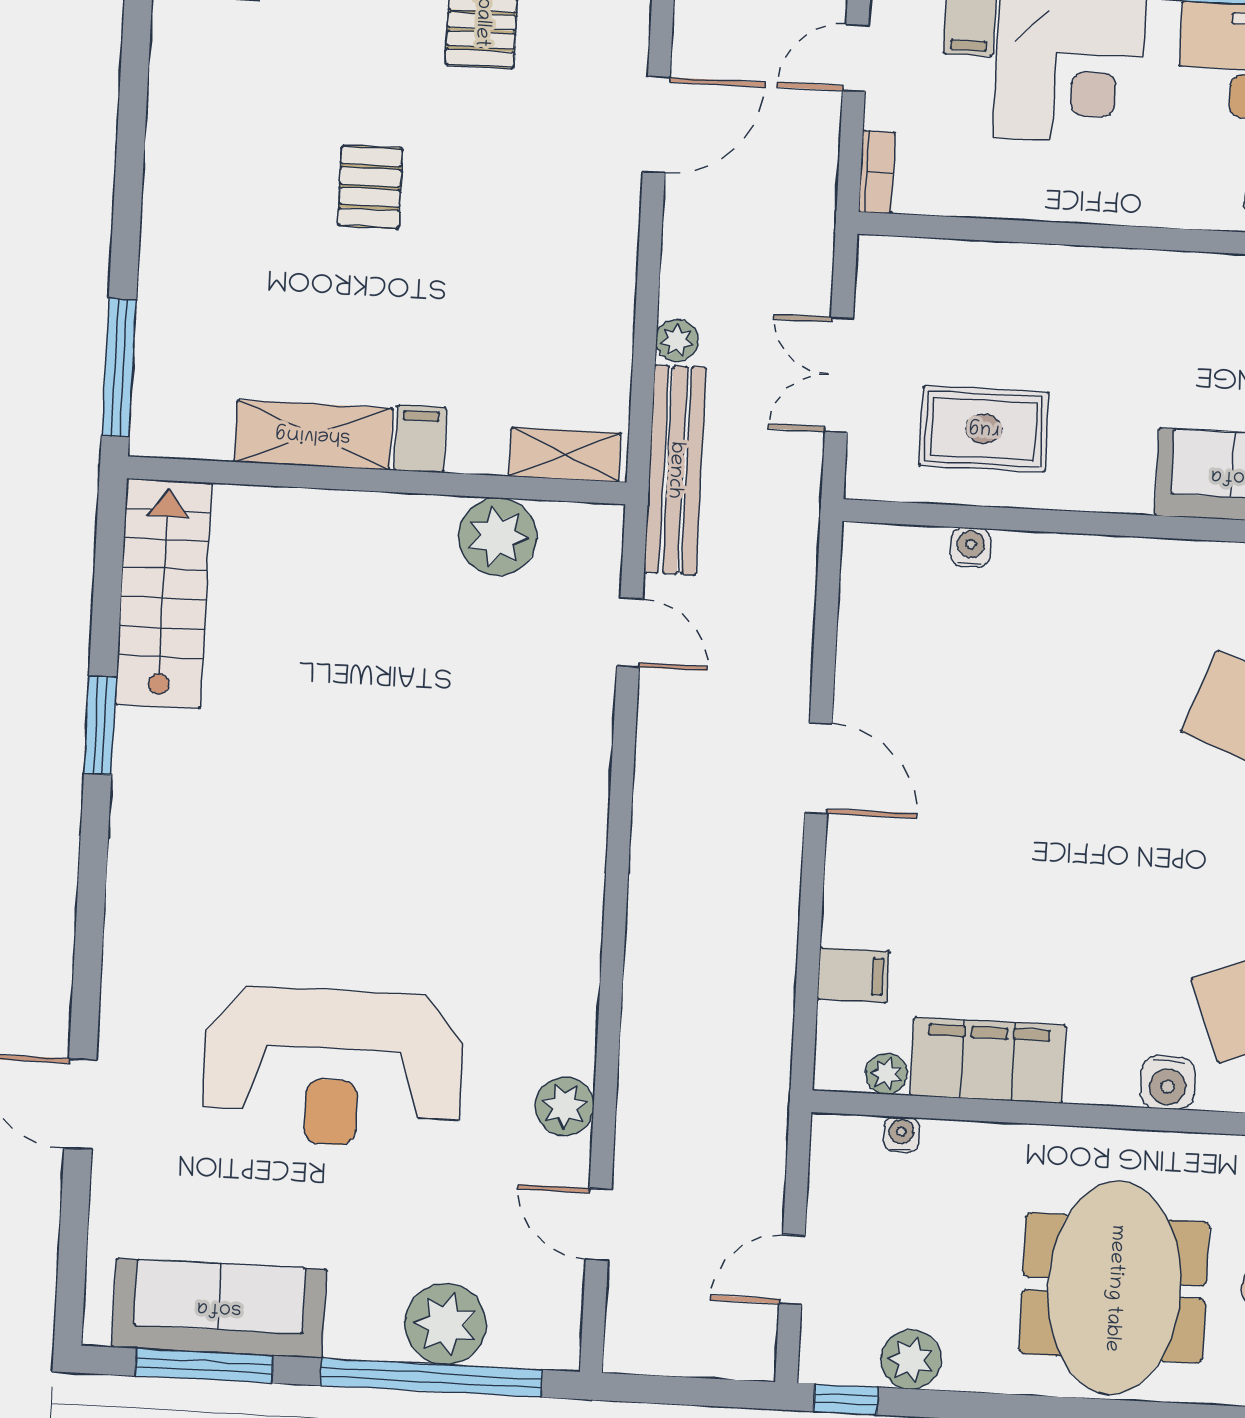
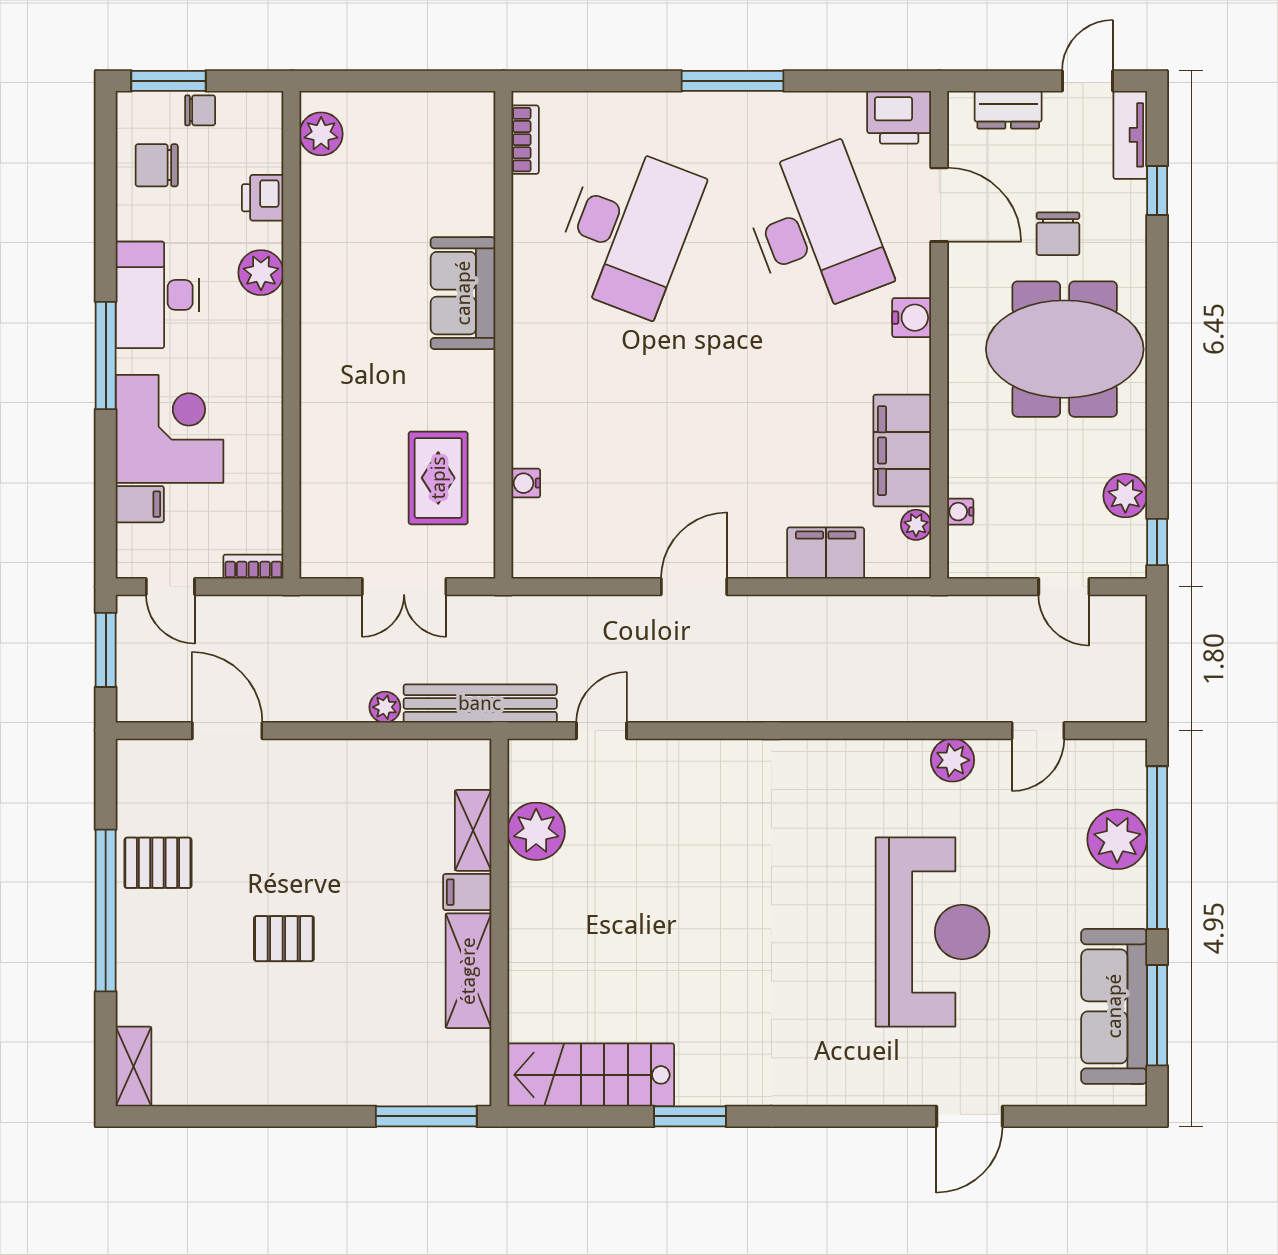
shelving: (565, 455) -> (473, 830), moved
filing cabinet: (853, 975) -> (826, 553), width x2.00

